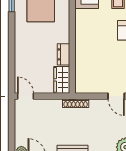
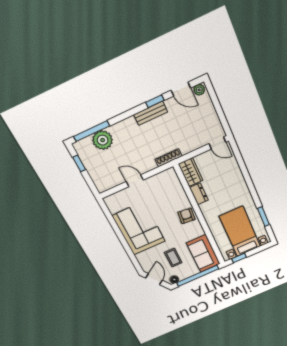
armchair: (85, 37) -> (187, 216), added

